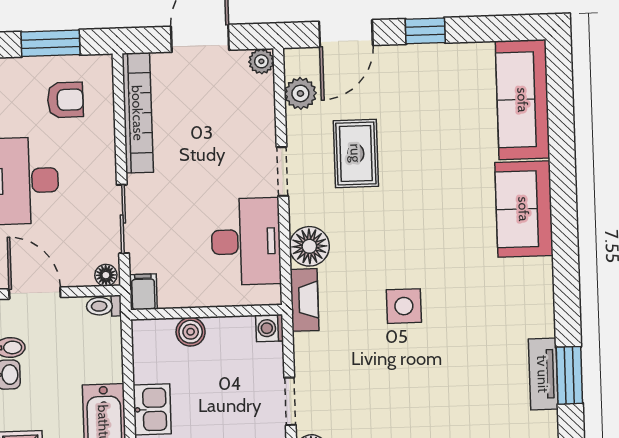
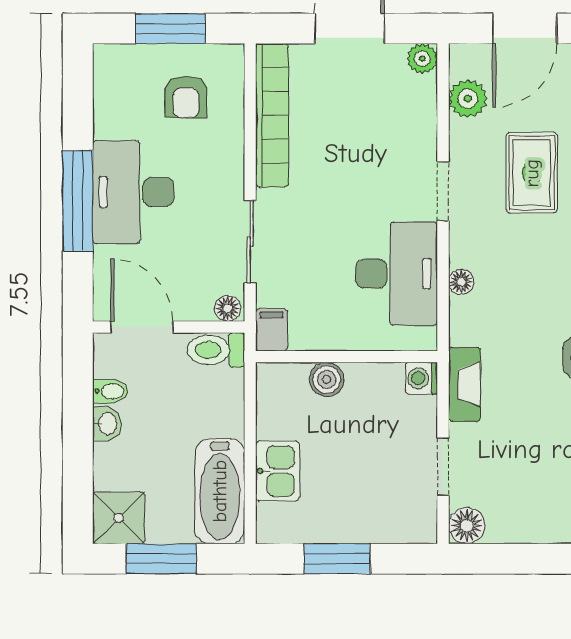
armchair: (65, 100) -> (186, 97), turned 90
floor lamp: (309, 246) -> (461, 282), width x0.53, depth x0.53
fireplace: (305, 300) -> (464, 384), moved
toilet: (104, 306) -> (216, 350), width x1.37, depth x1.39

